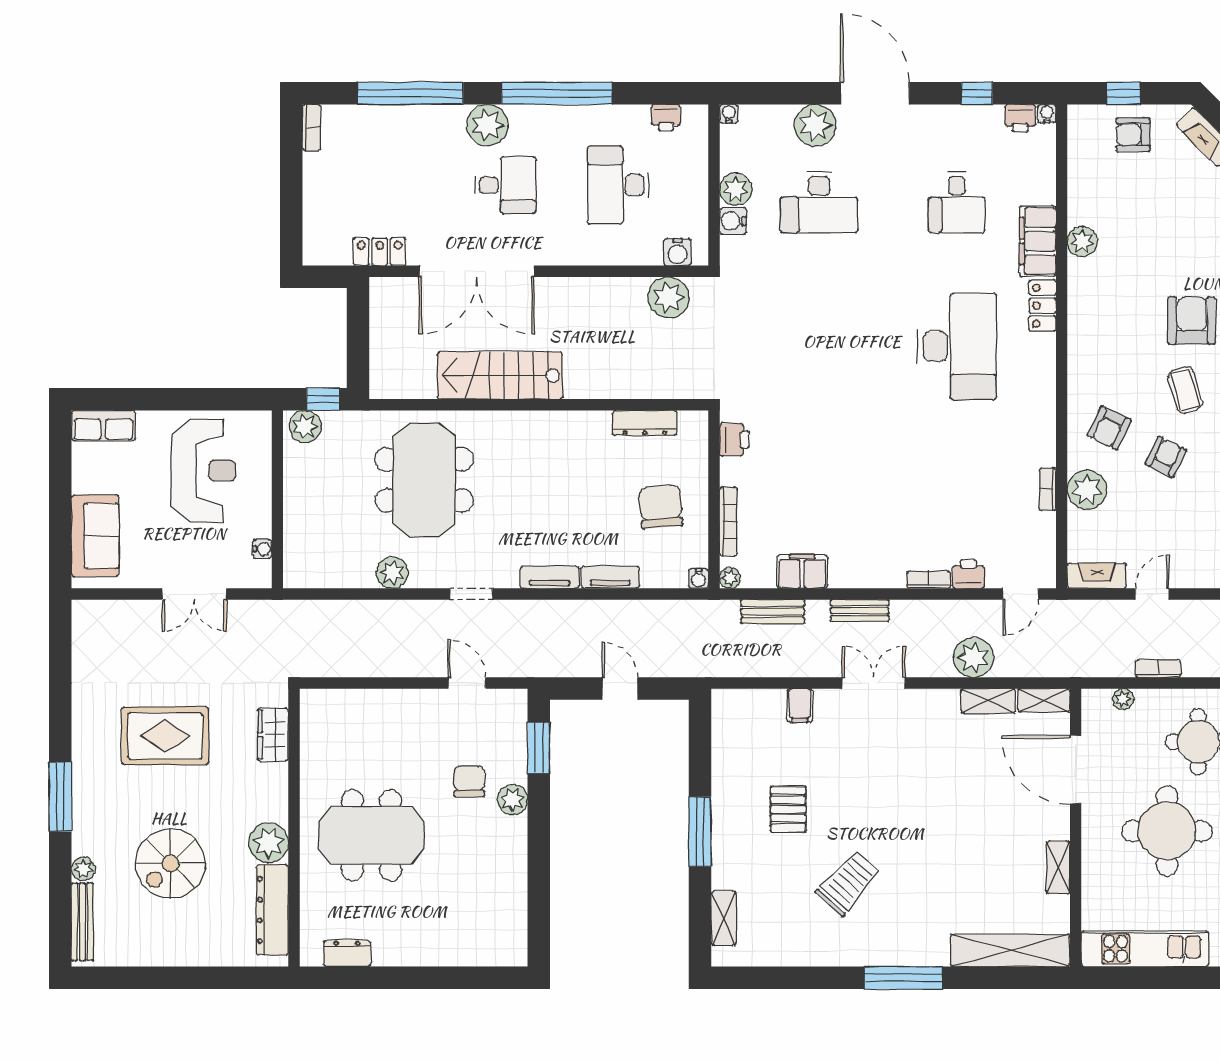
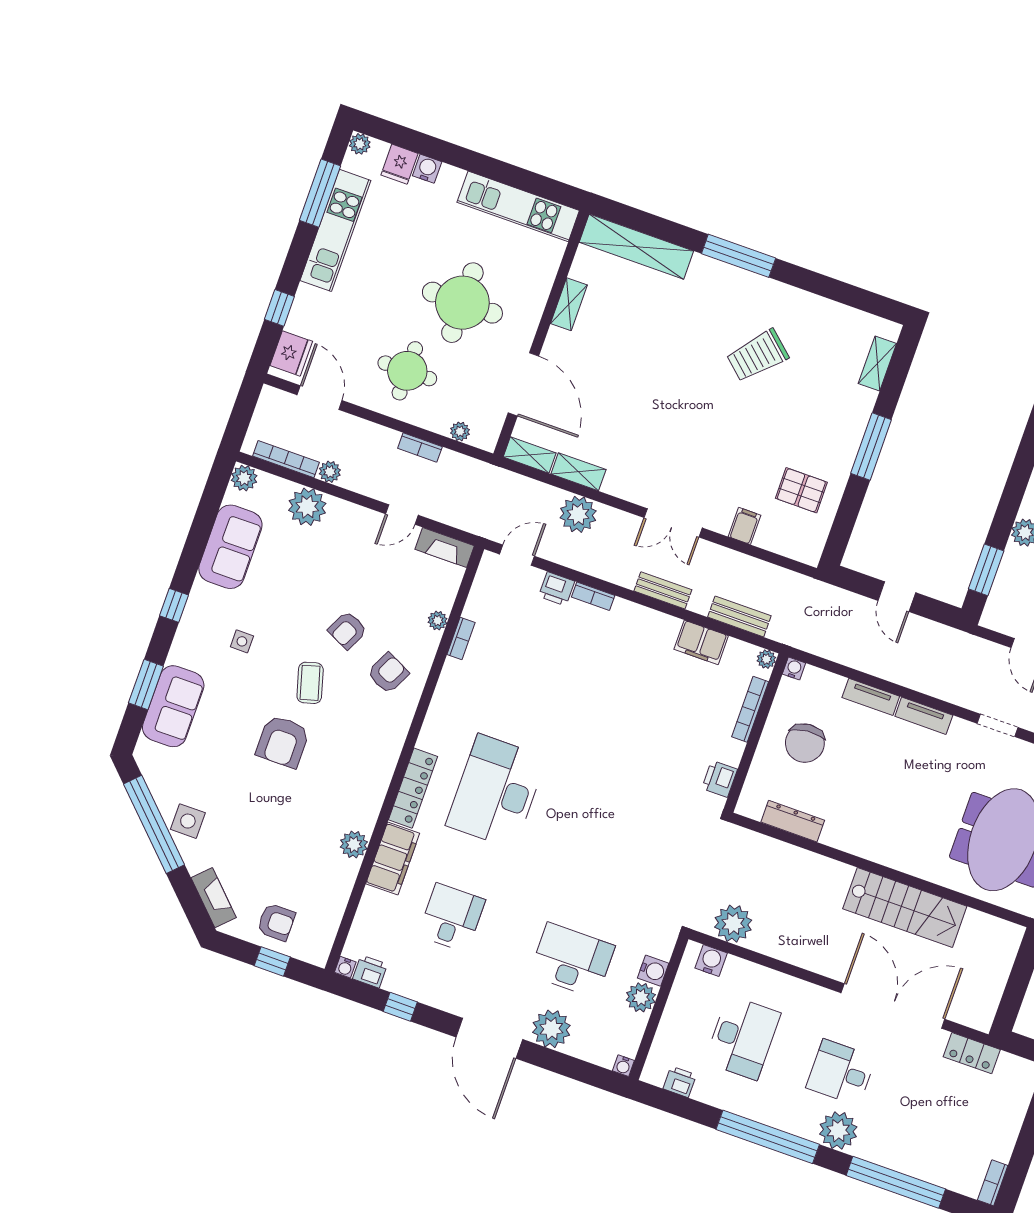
locker: (1043, 306) -> (413, 788), width x1.53
plant: (1087, 490) -> (438, 621), width x0.53, depth x0.53
pallet: (788, 809) -> (801, 490), moved, turned 90

